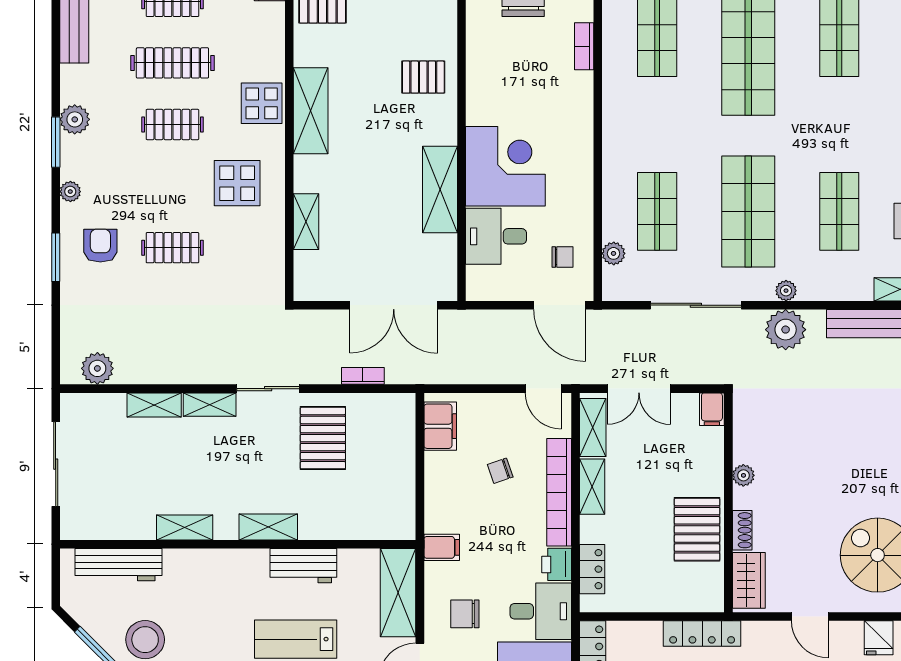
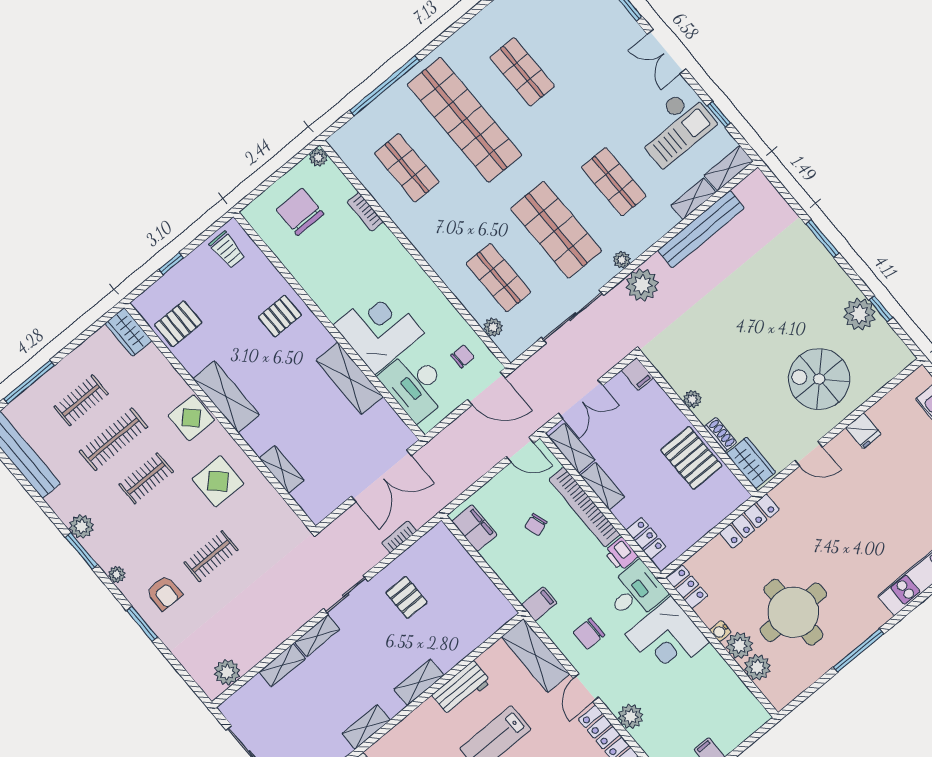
desk: (496, 236) -> (415, 385), width x1.37
armchair: (100, 246) -> (164, 593), turned 180
pallet: (323, 438) -> (407, 597), width x0.67, depth x0.71

